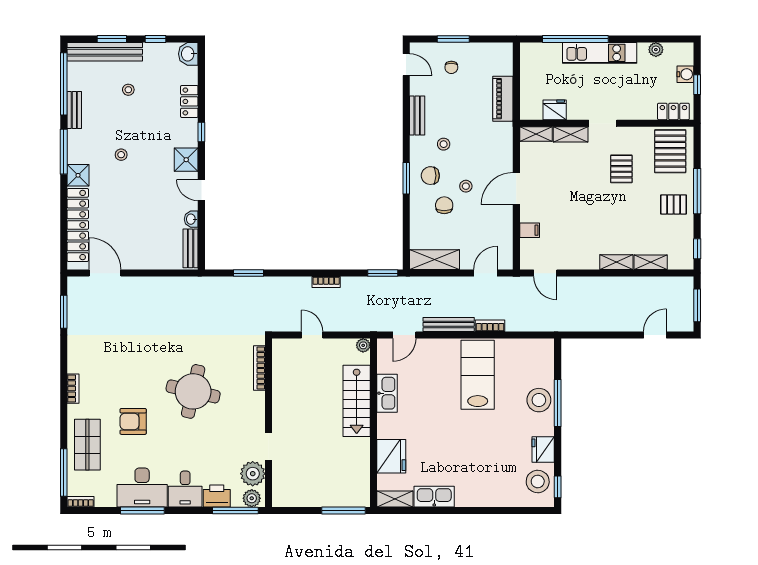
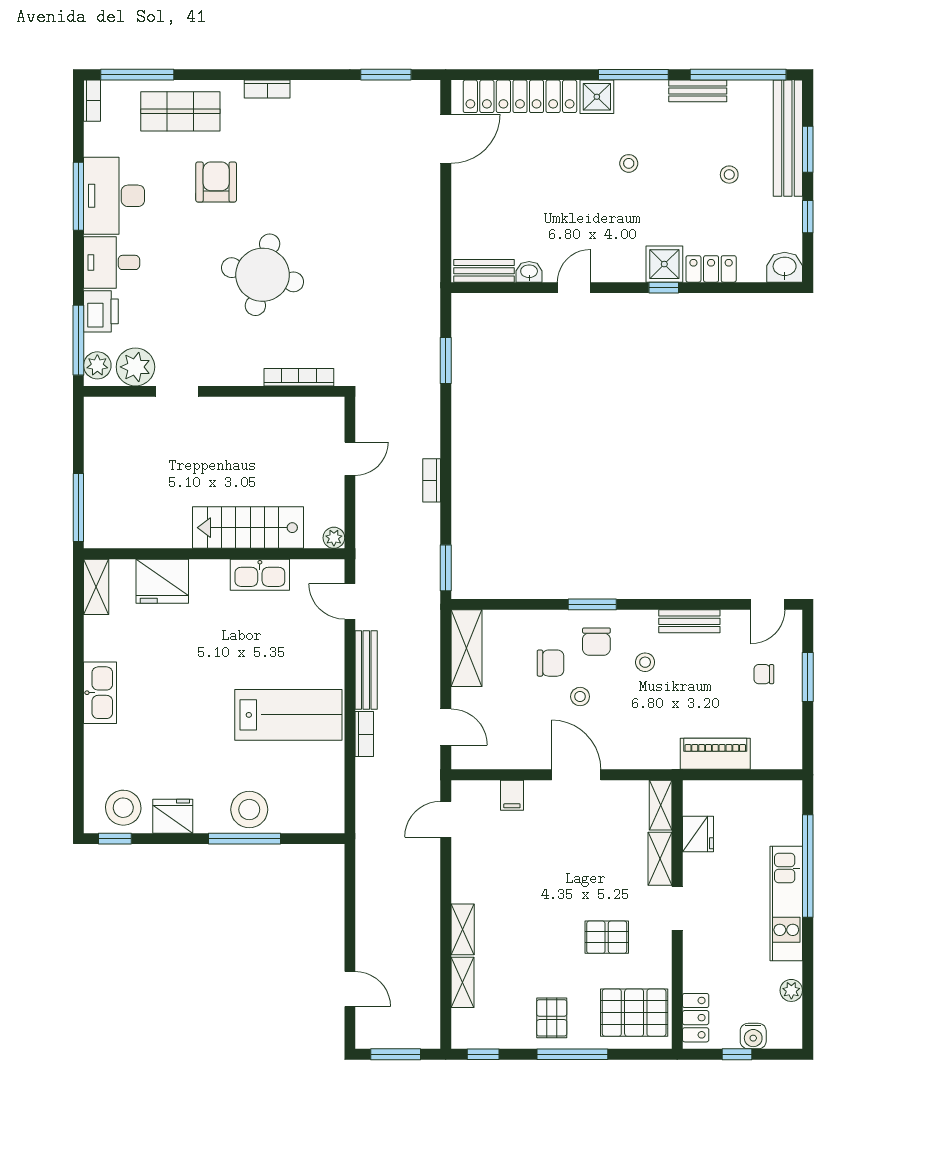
shower: (186, 160) -> (664, 264), moved
chair: (430, 176) -> (596, 642), turned 180
kitchen sink: (434, 497) -> (100, 693), moved

